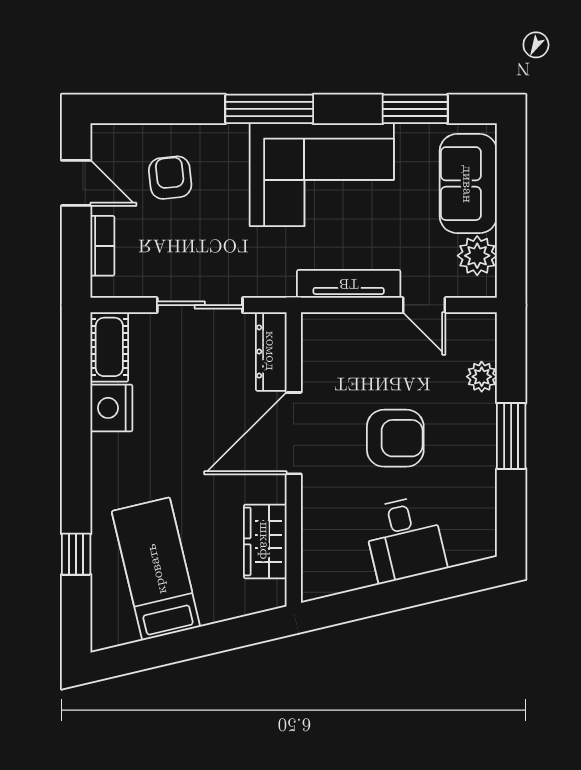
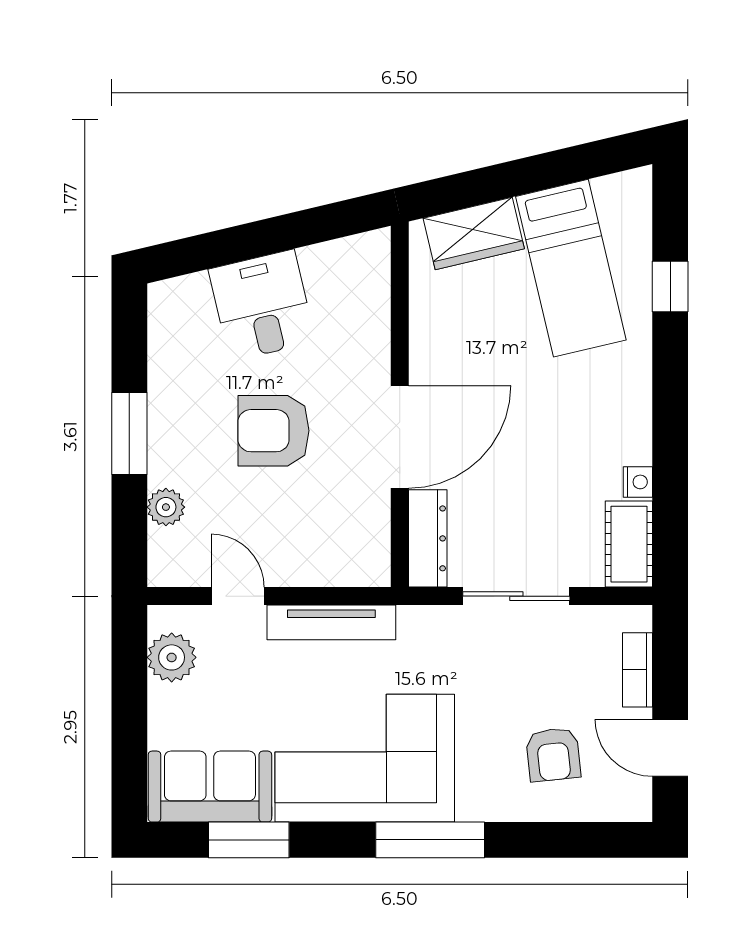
sofa: (468, 184) -> (210, 787), moved, turned -90
nightstand: (111, 408) -> (638, 482), width x0.53, depth x0.56
wardrobe: (265, 541) -> (474, 234), moved, turned 77

